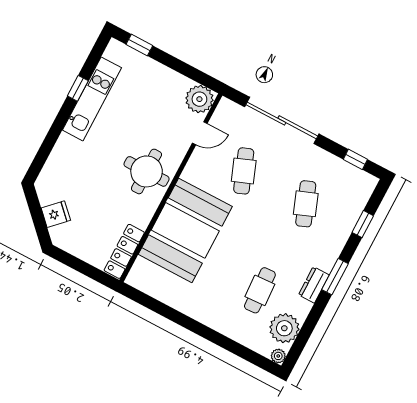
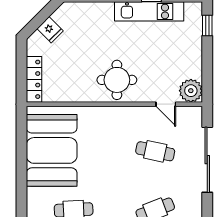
cafe table: (244, 171) -> (155, 151), turned 33
booth: (185, 230) -> (52, 150), moved, turned 90
locker: (124, 251) -> (34, 79), moved, turned 90

